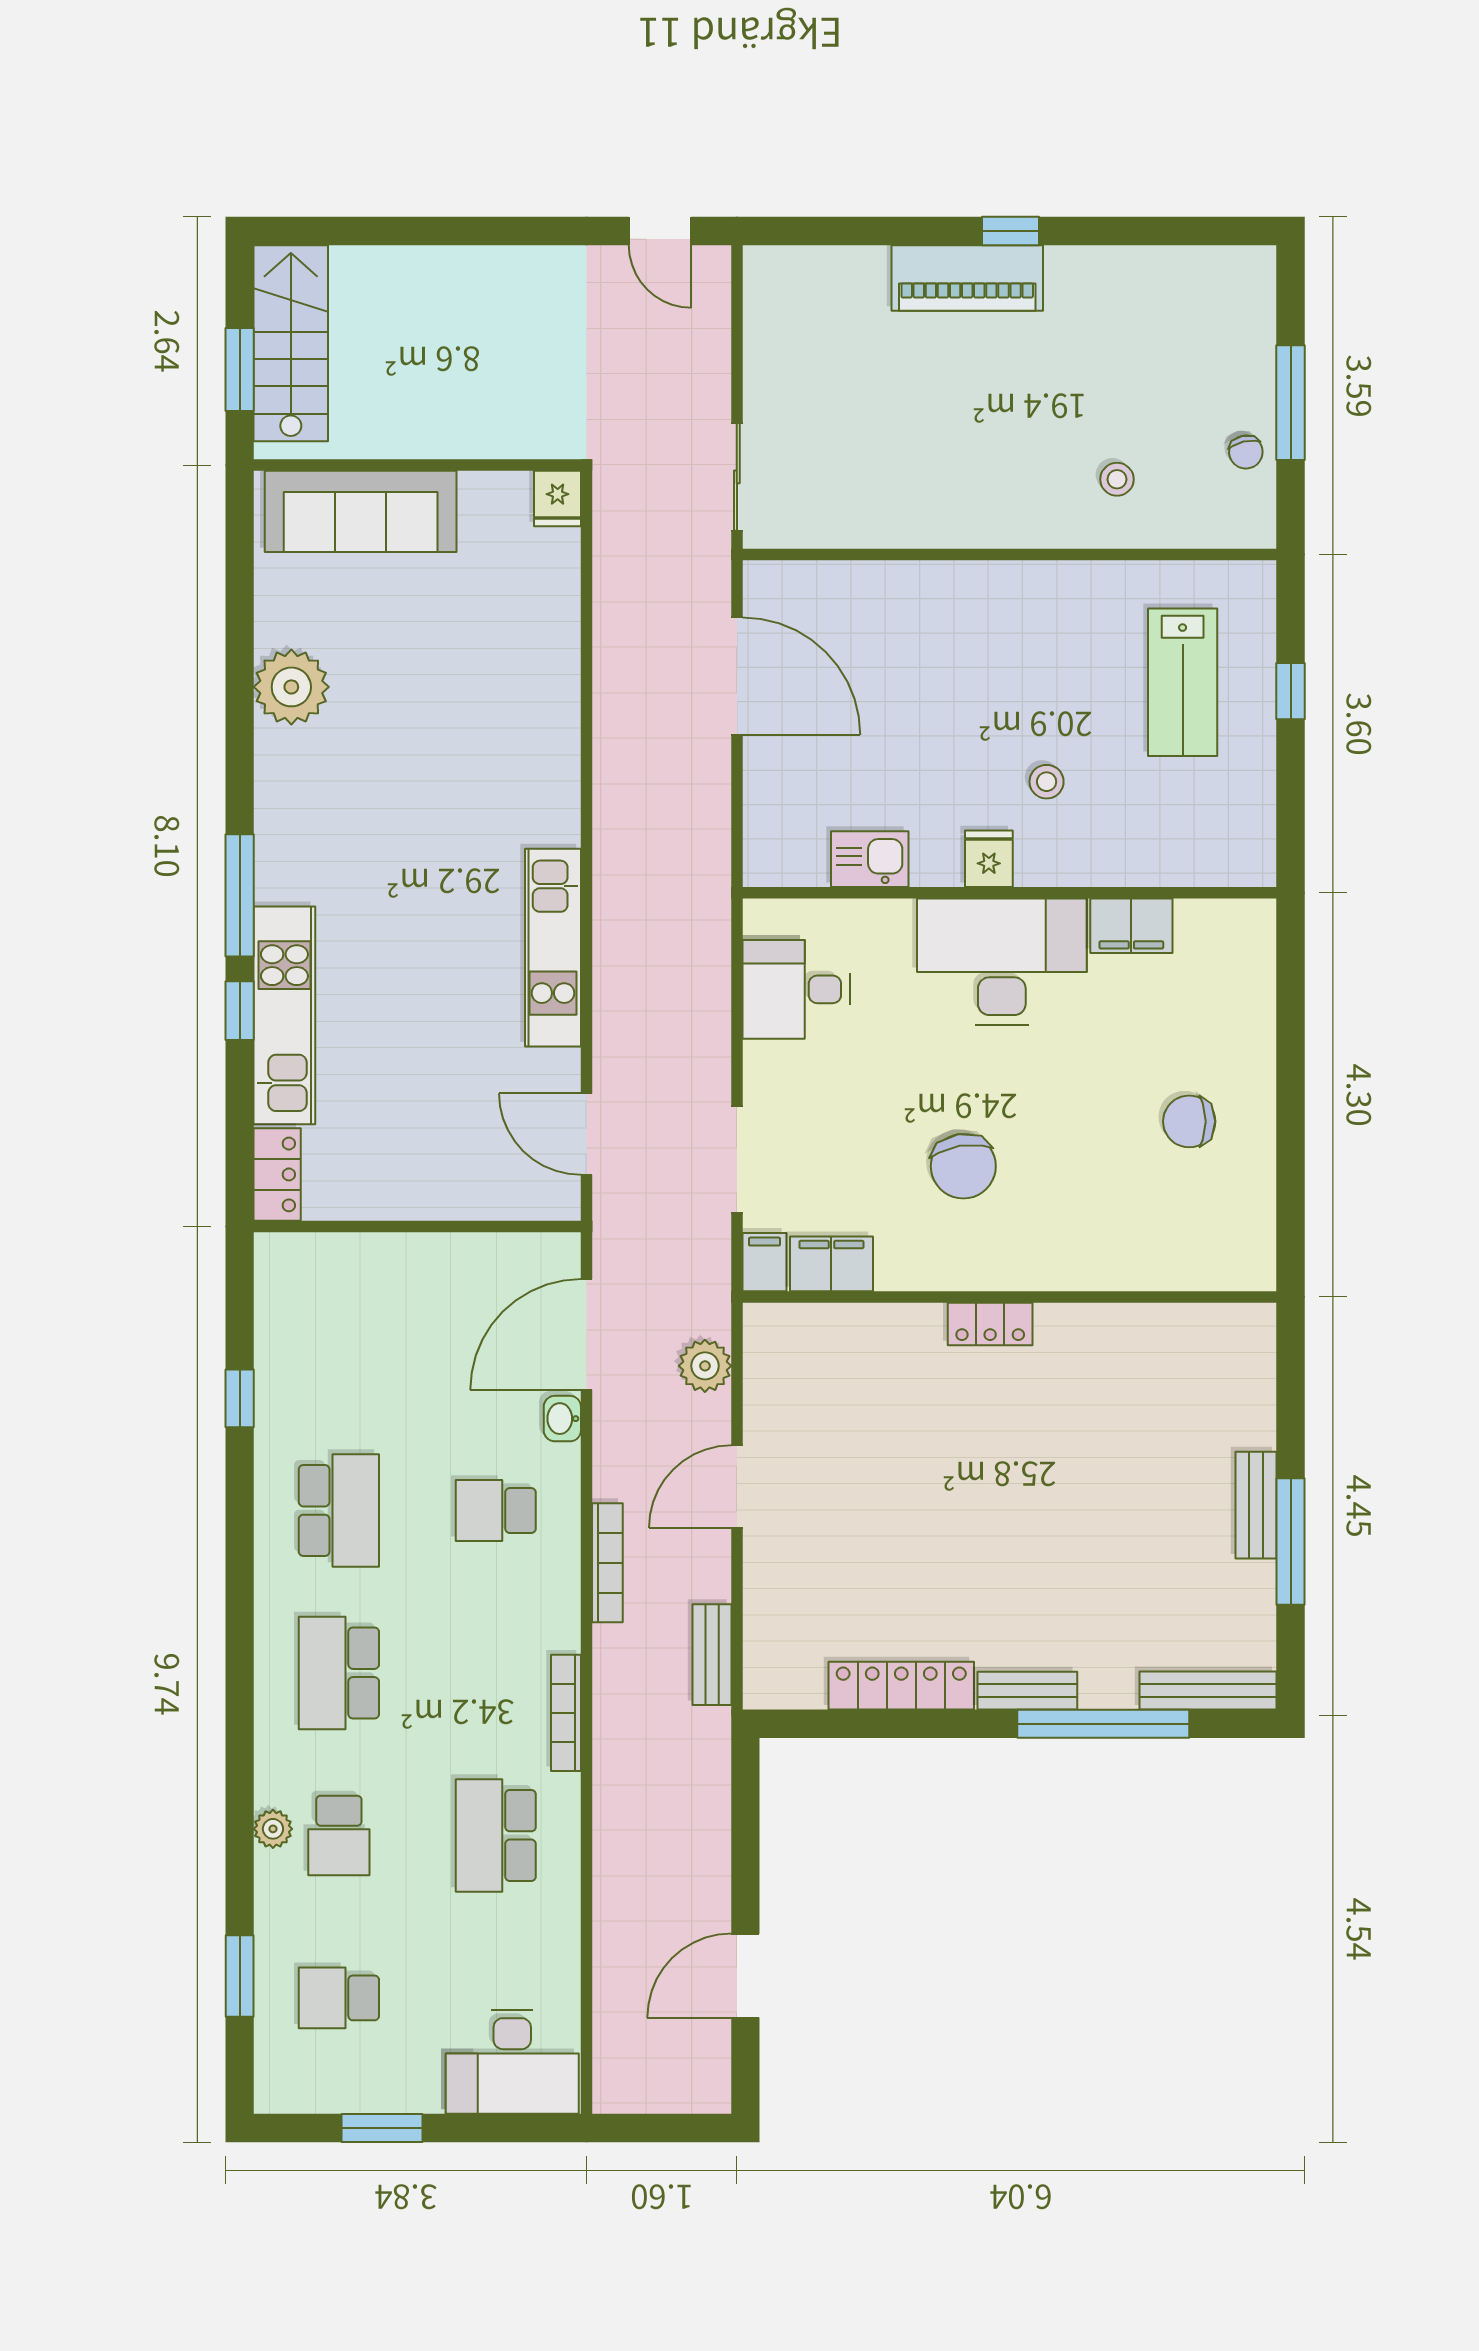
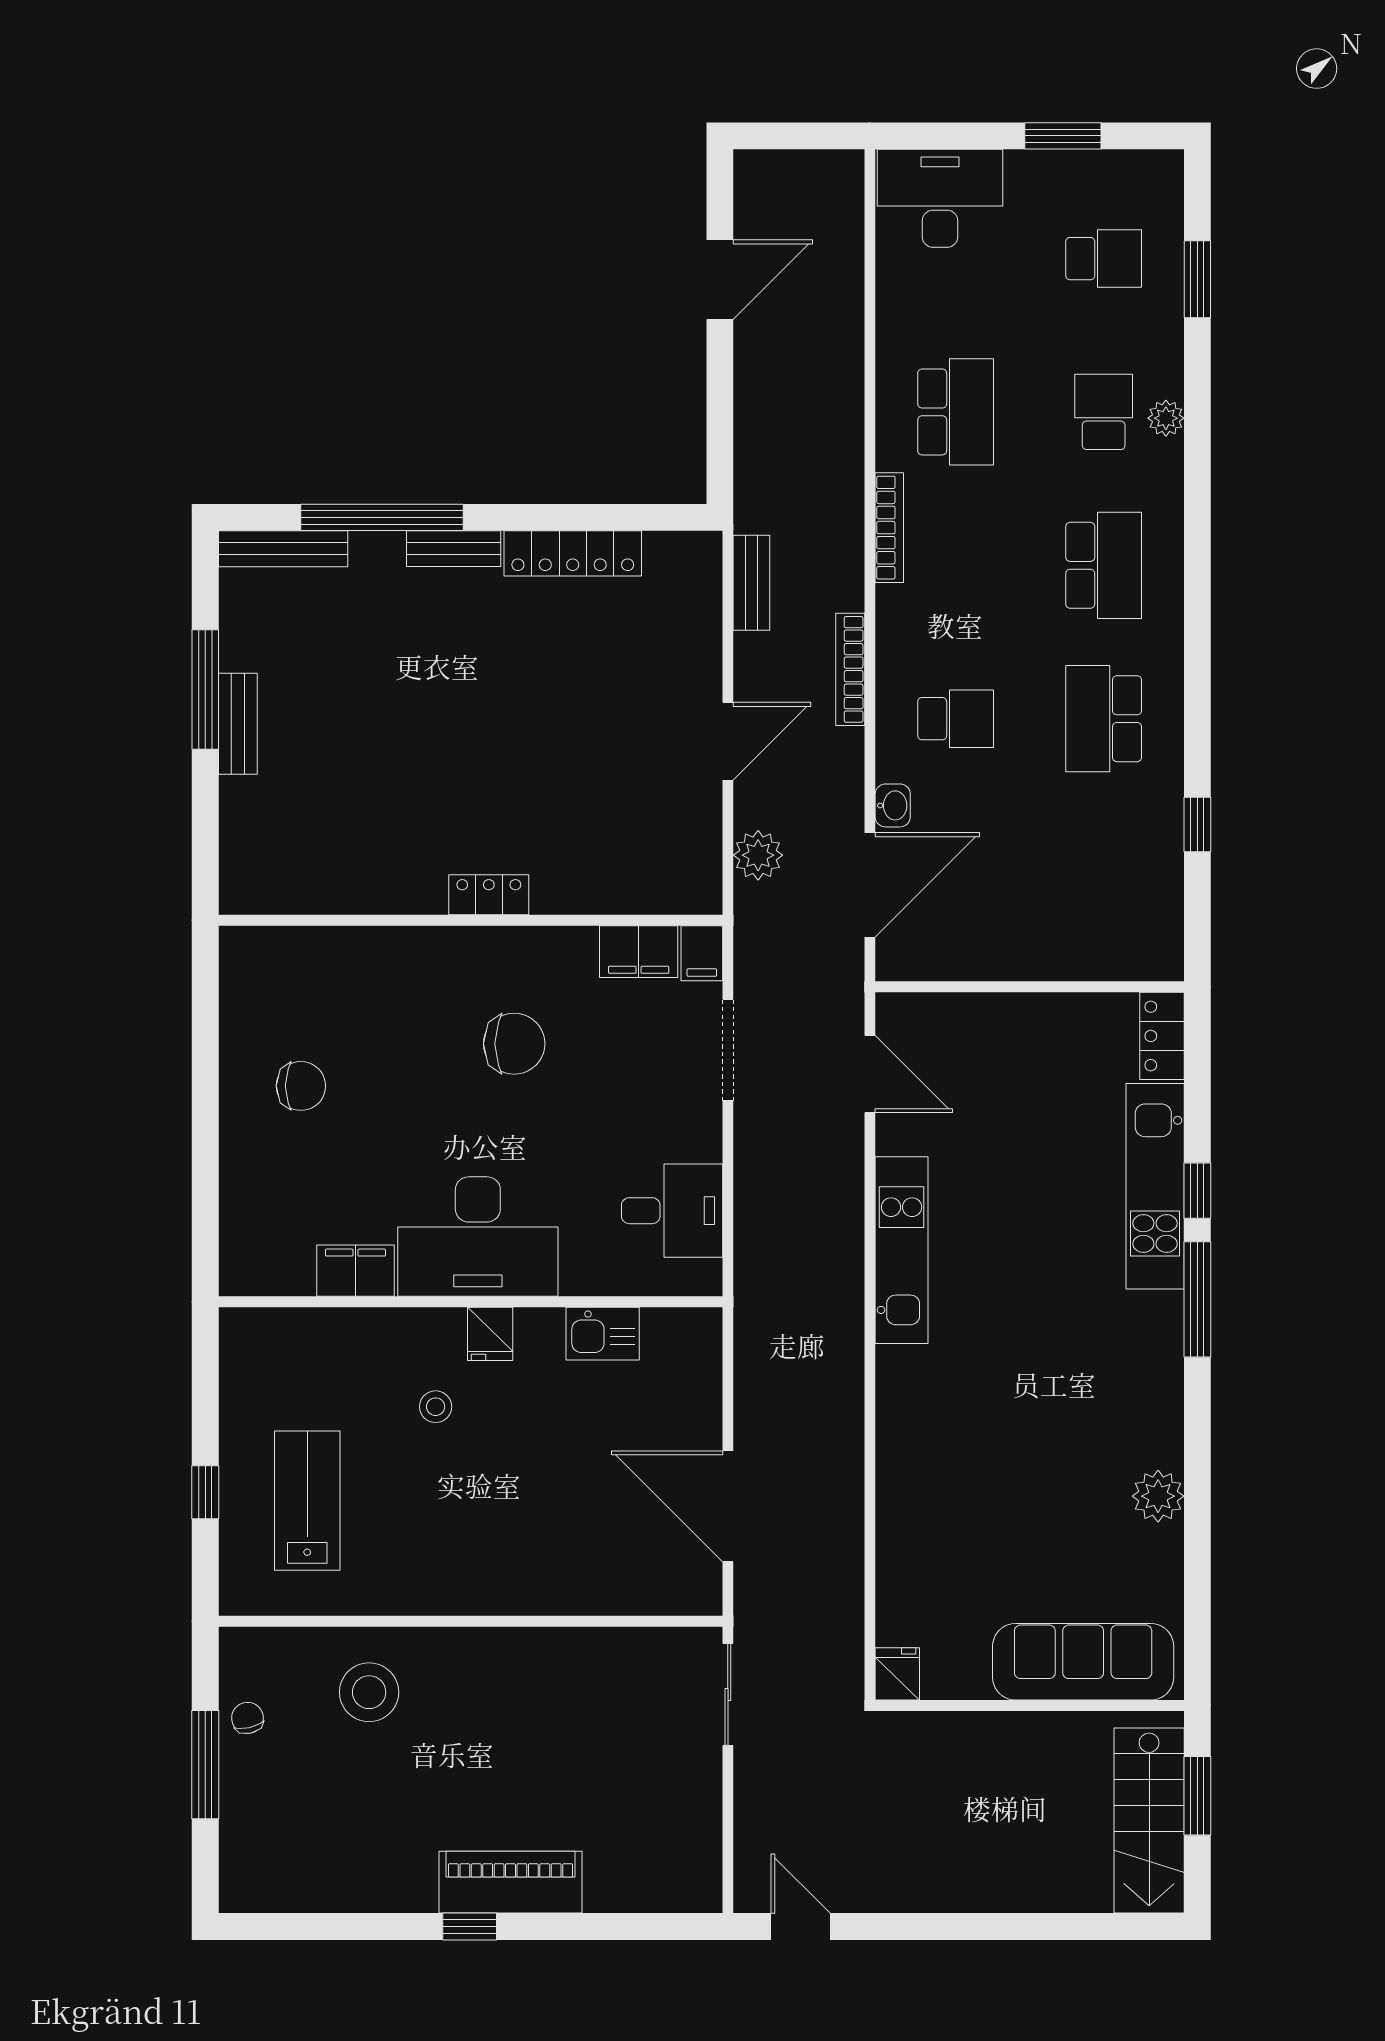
stool: (1117, 479) -> (369, 1692), width x1.89, depth x1.89
plant: (291, 687) -> (1158, 1496), width x0.73, depth x0.73
chair: (963, 1166) -> (514, 1044), turned 99

